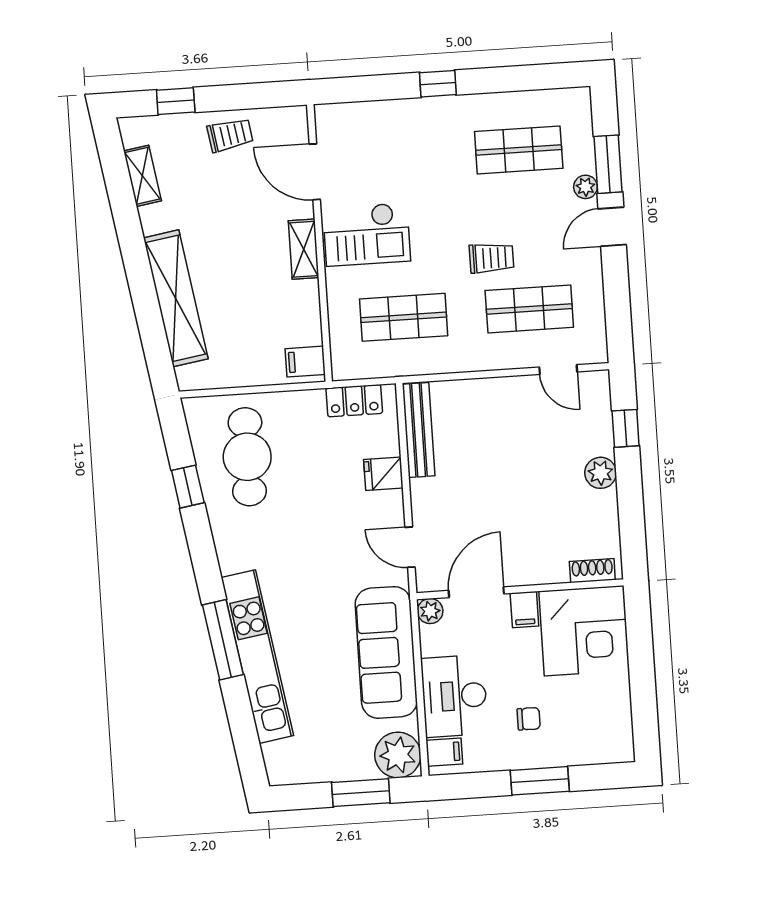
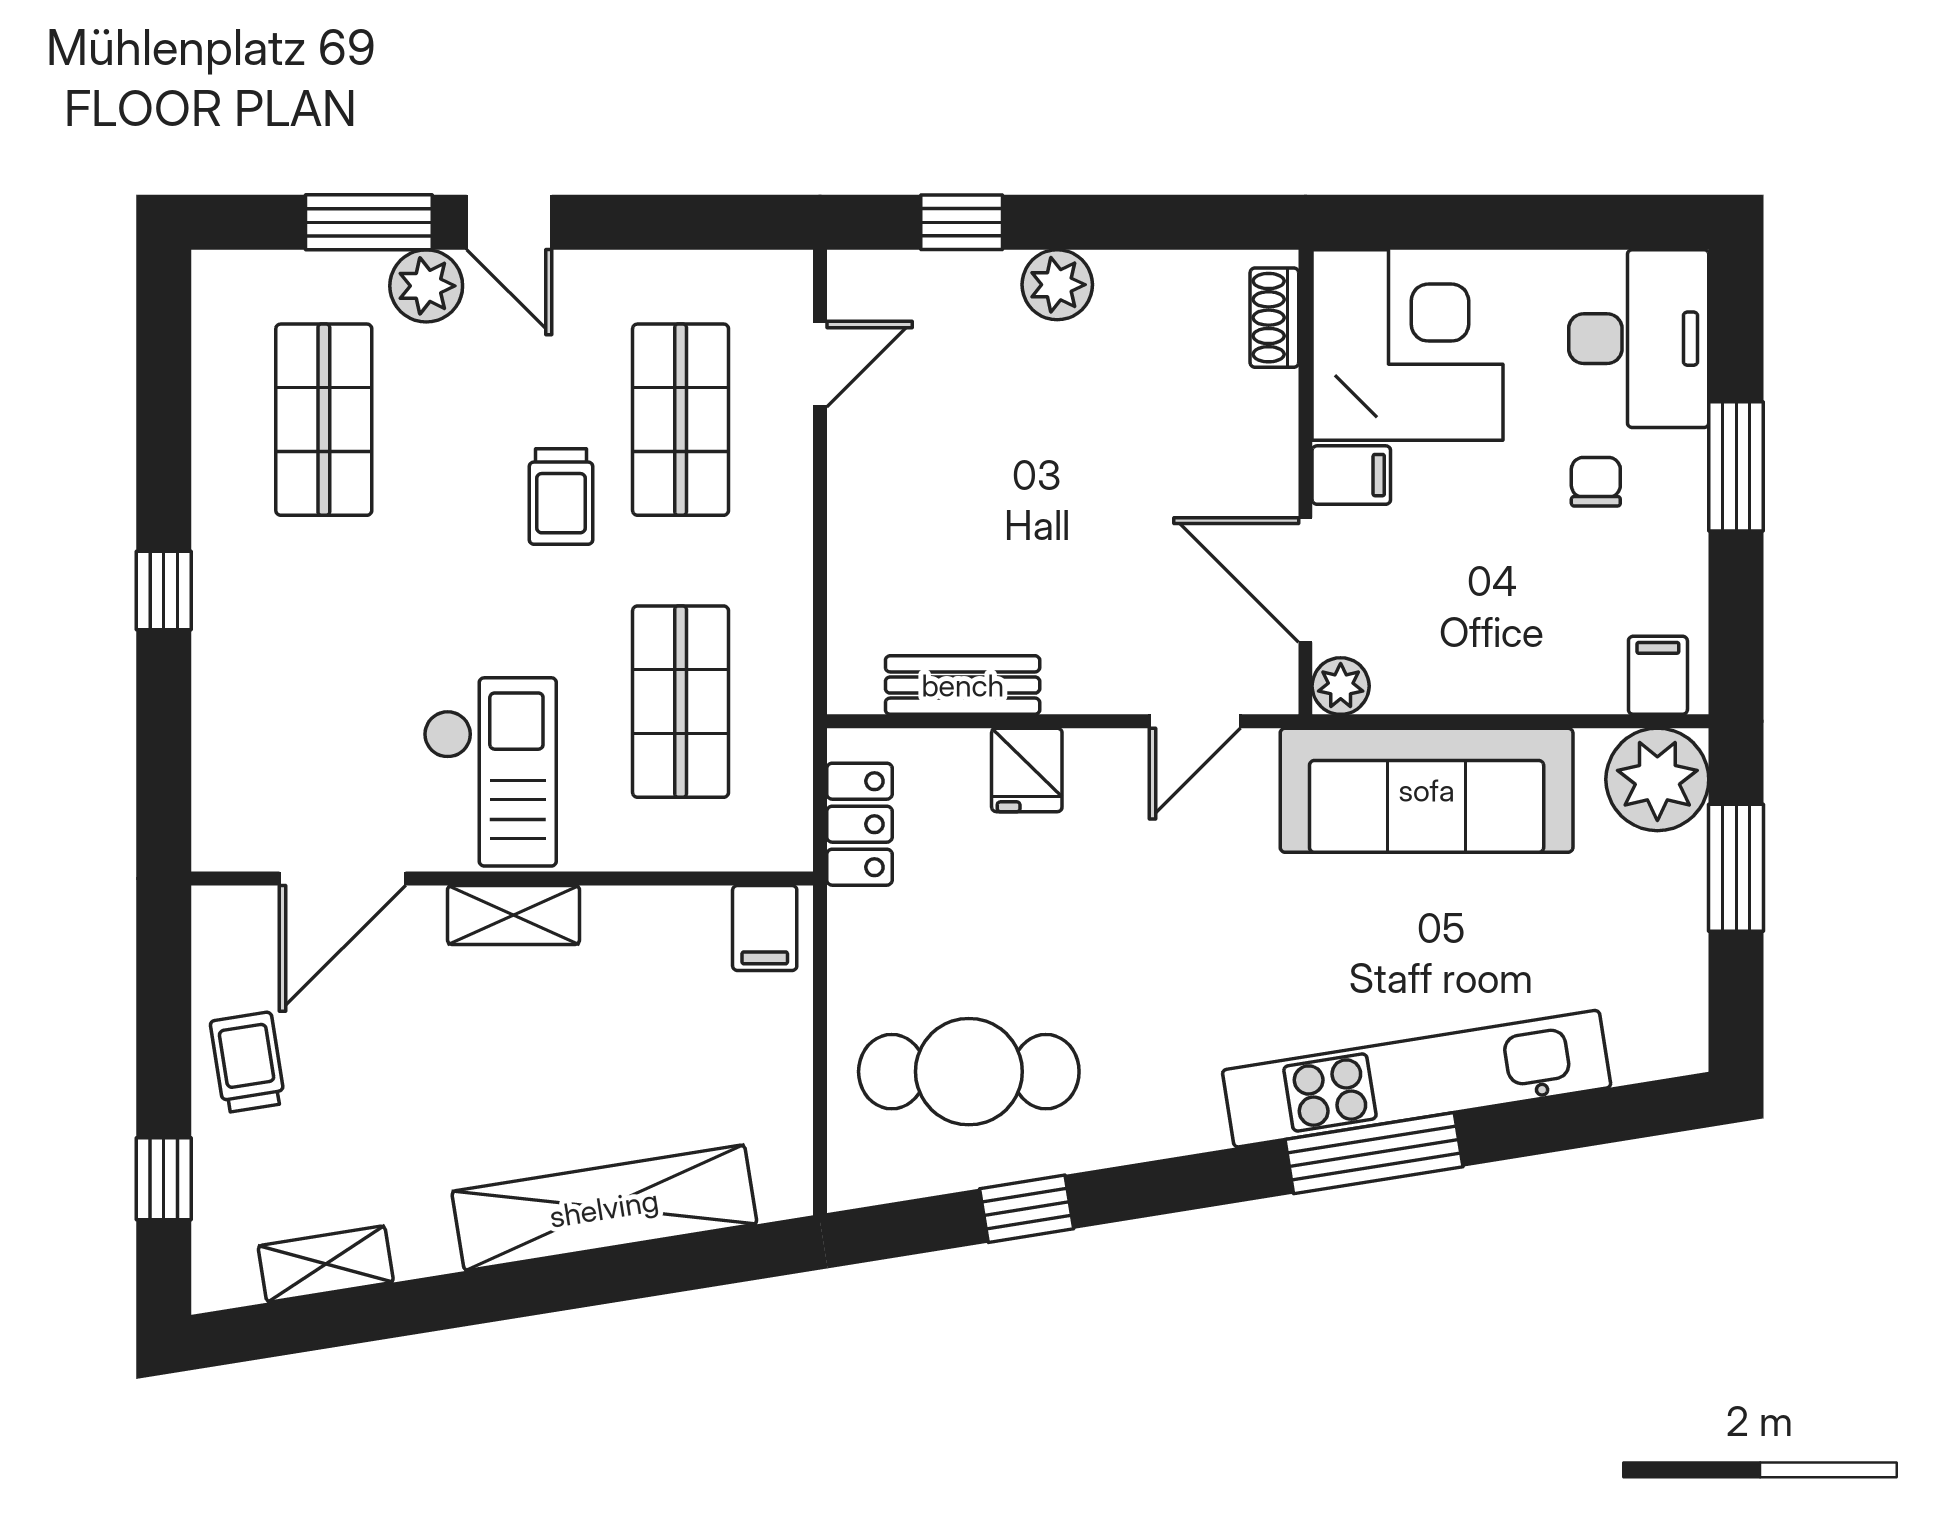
plant: (585, 187) -> (426, 286), width x1.38, depth x1.38
trolley: (492, 258) -> (561, 496), turned 180
bench: (419, 430) -> (963, 685), width x0.73
desk: (454, 696) -> (1639, 339), moved, turned -90

